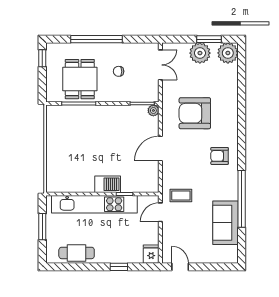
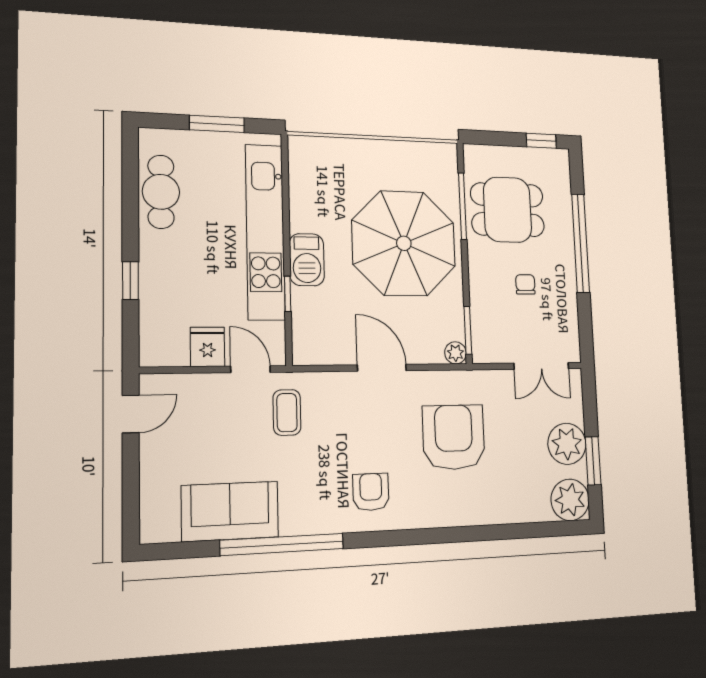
parasol: (99, 135) -> (404, 243), added
fridge: (151, 254) -> (208, 347), moved, turned -90

